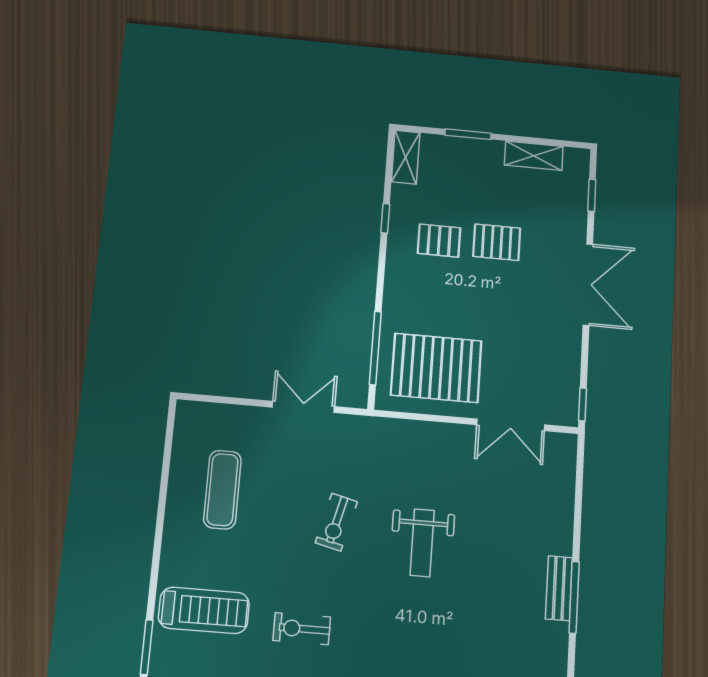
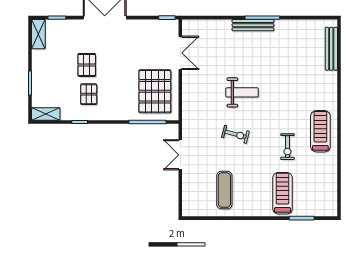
shelving: (534, 156) -> (38, 34), moved
exercise mat: (222, 490) -> (224, 190), turned 90
bench: (559, 588) -> (253, 25), width x1.36

